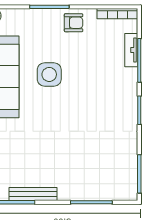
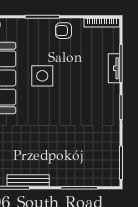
armchair: (74, 23) -> (64, 31), turned 180
tv unit: (131, 50) -> (114, 68), moved

